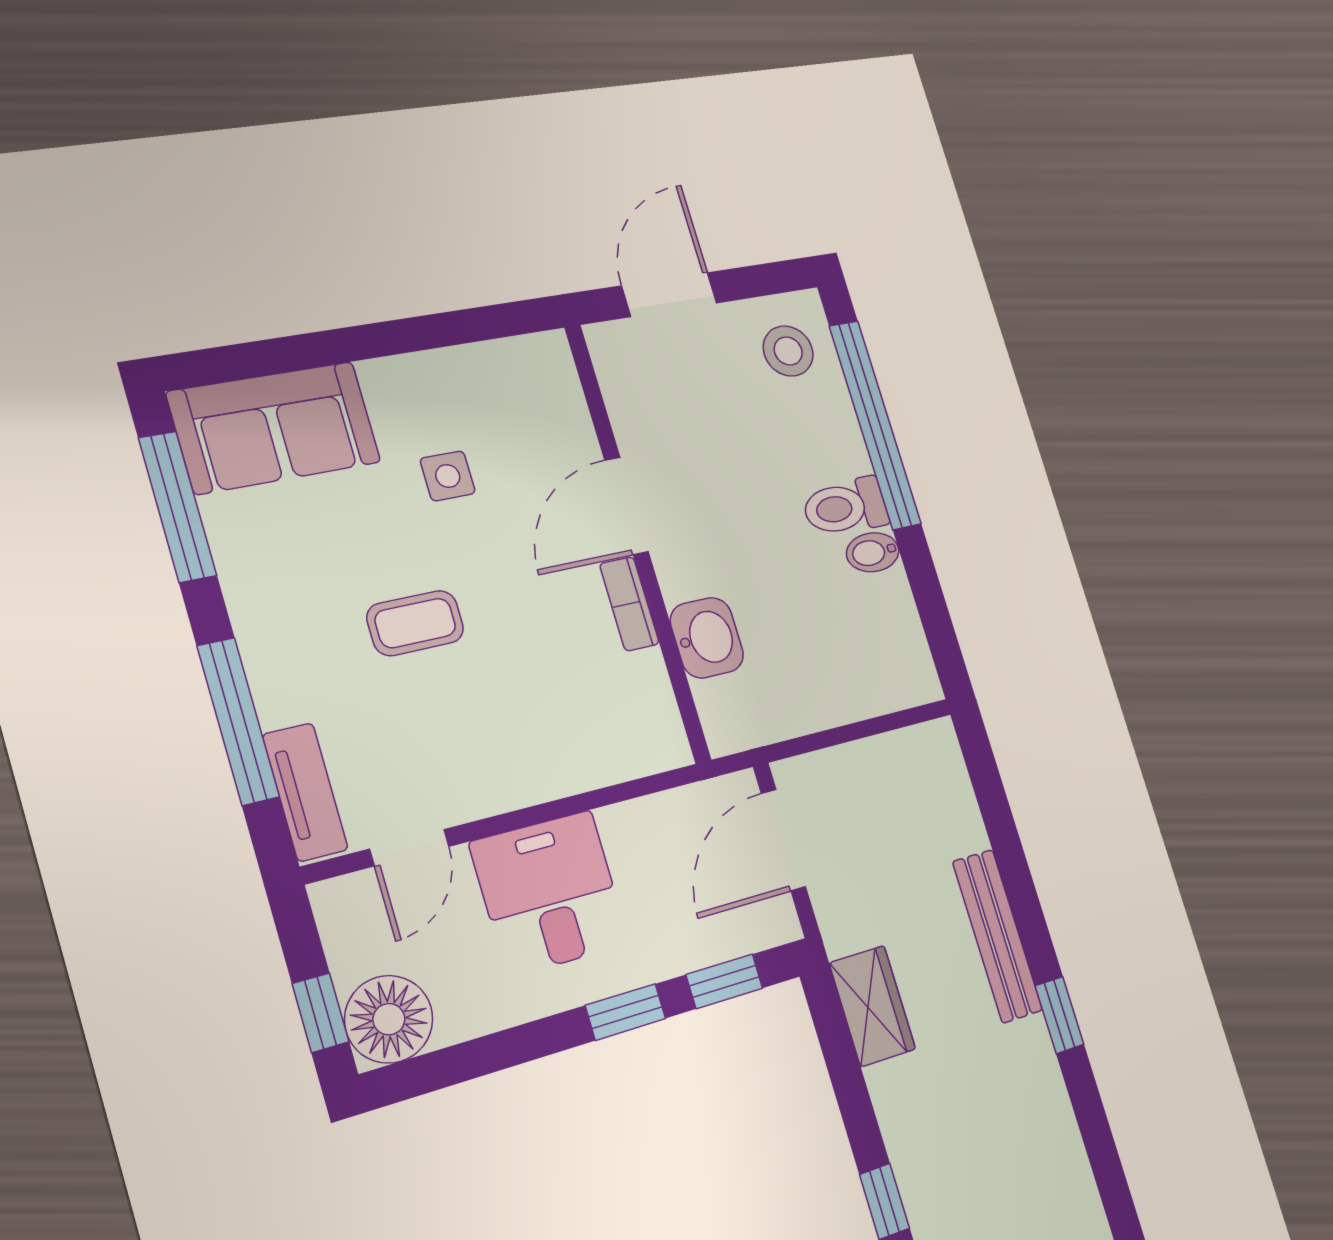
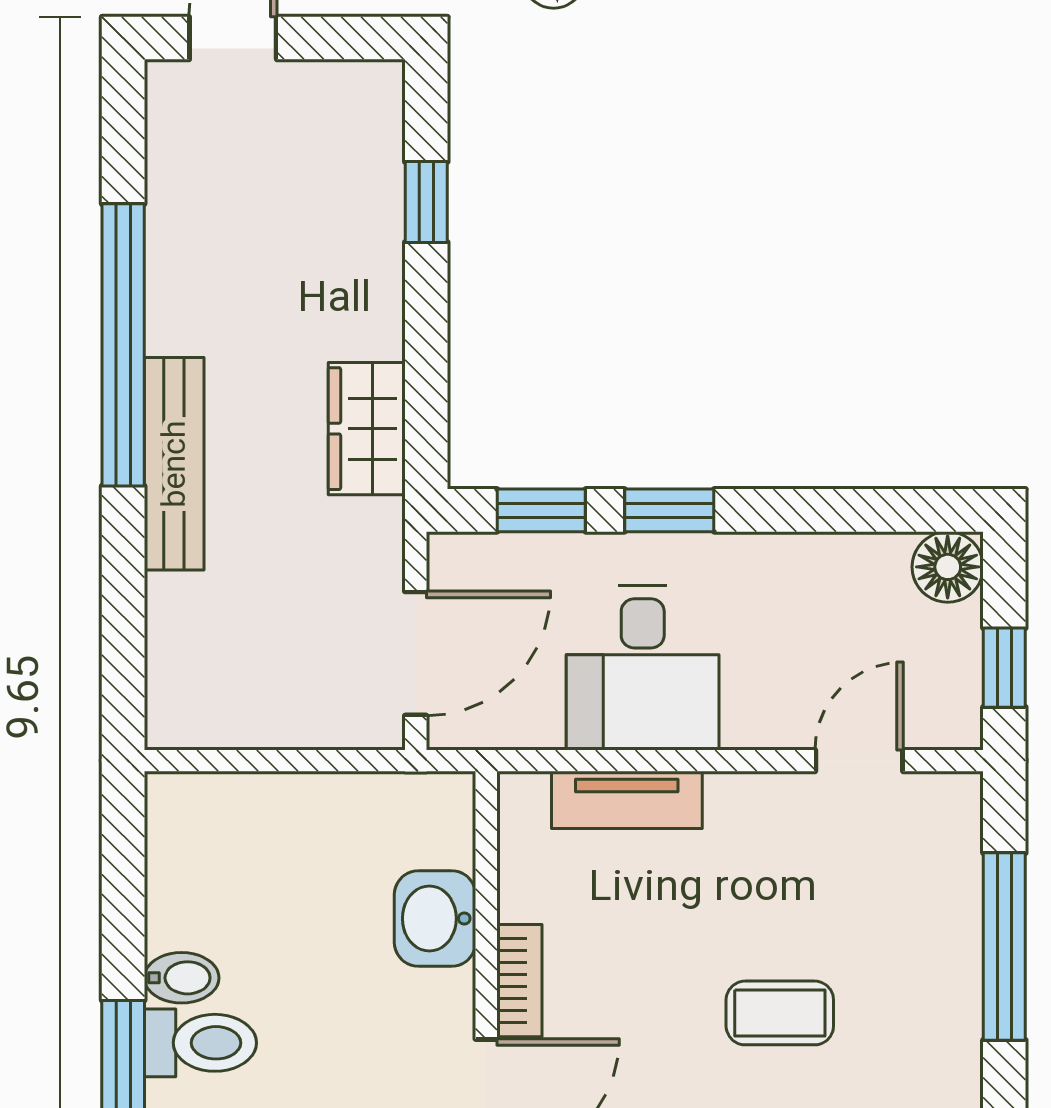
tv unit: (305, 792) -> (627, 800), moved, turned -90
desk: (550, 893) -> (643, 668), moved
window: (321, 1013) -> (1004, 668), moved
window: (1059, 1015) -> (123, 345), width x3.17
floor lamp: (389, 1019) -> (948, 567), width x0.73, depth x0.73

